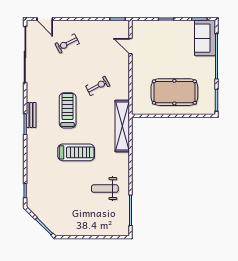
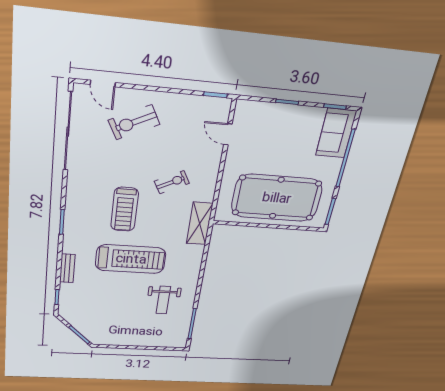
exercise bike: (67, 44) -> (134, 122), width x1.38, depth x1.39
pool table: (174, 92) -> (277, 198), width x1.36, depth x1.32
treadmill: (68, 110) -> (125, 209), turned 180
bench: (31, 115) -> (67, 268), moved
shelving: (122, 126) -> (200, 223), width x0.68
treadmill: (76, 152) -> (131, 259), width x1.37, depth x1.38
weight bench: (105, 189) -> (163, 300), turned -90

